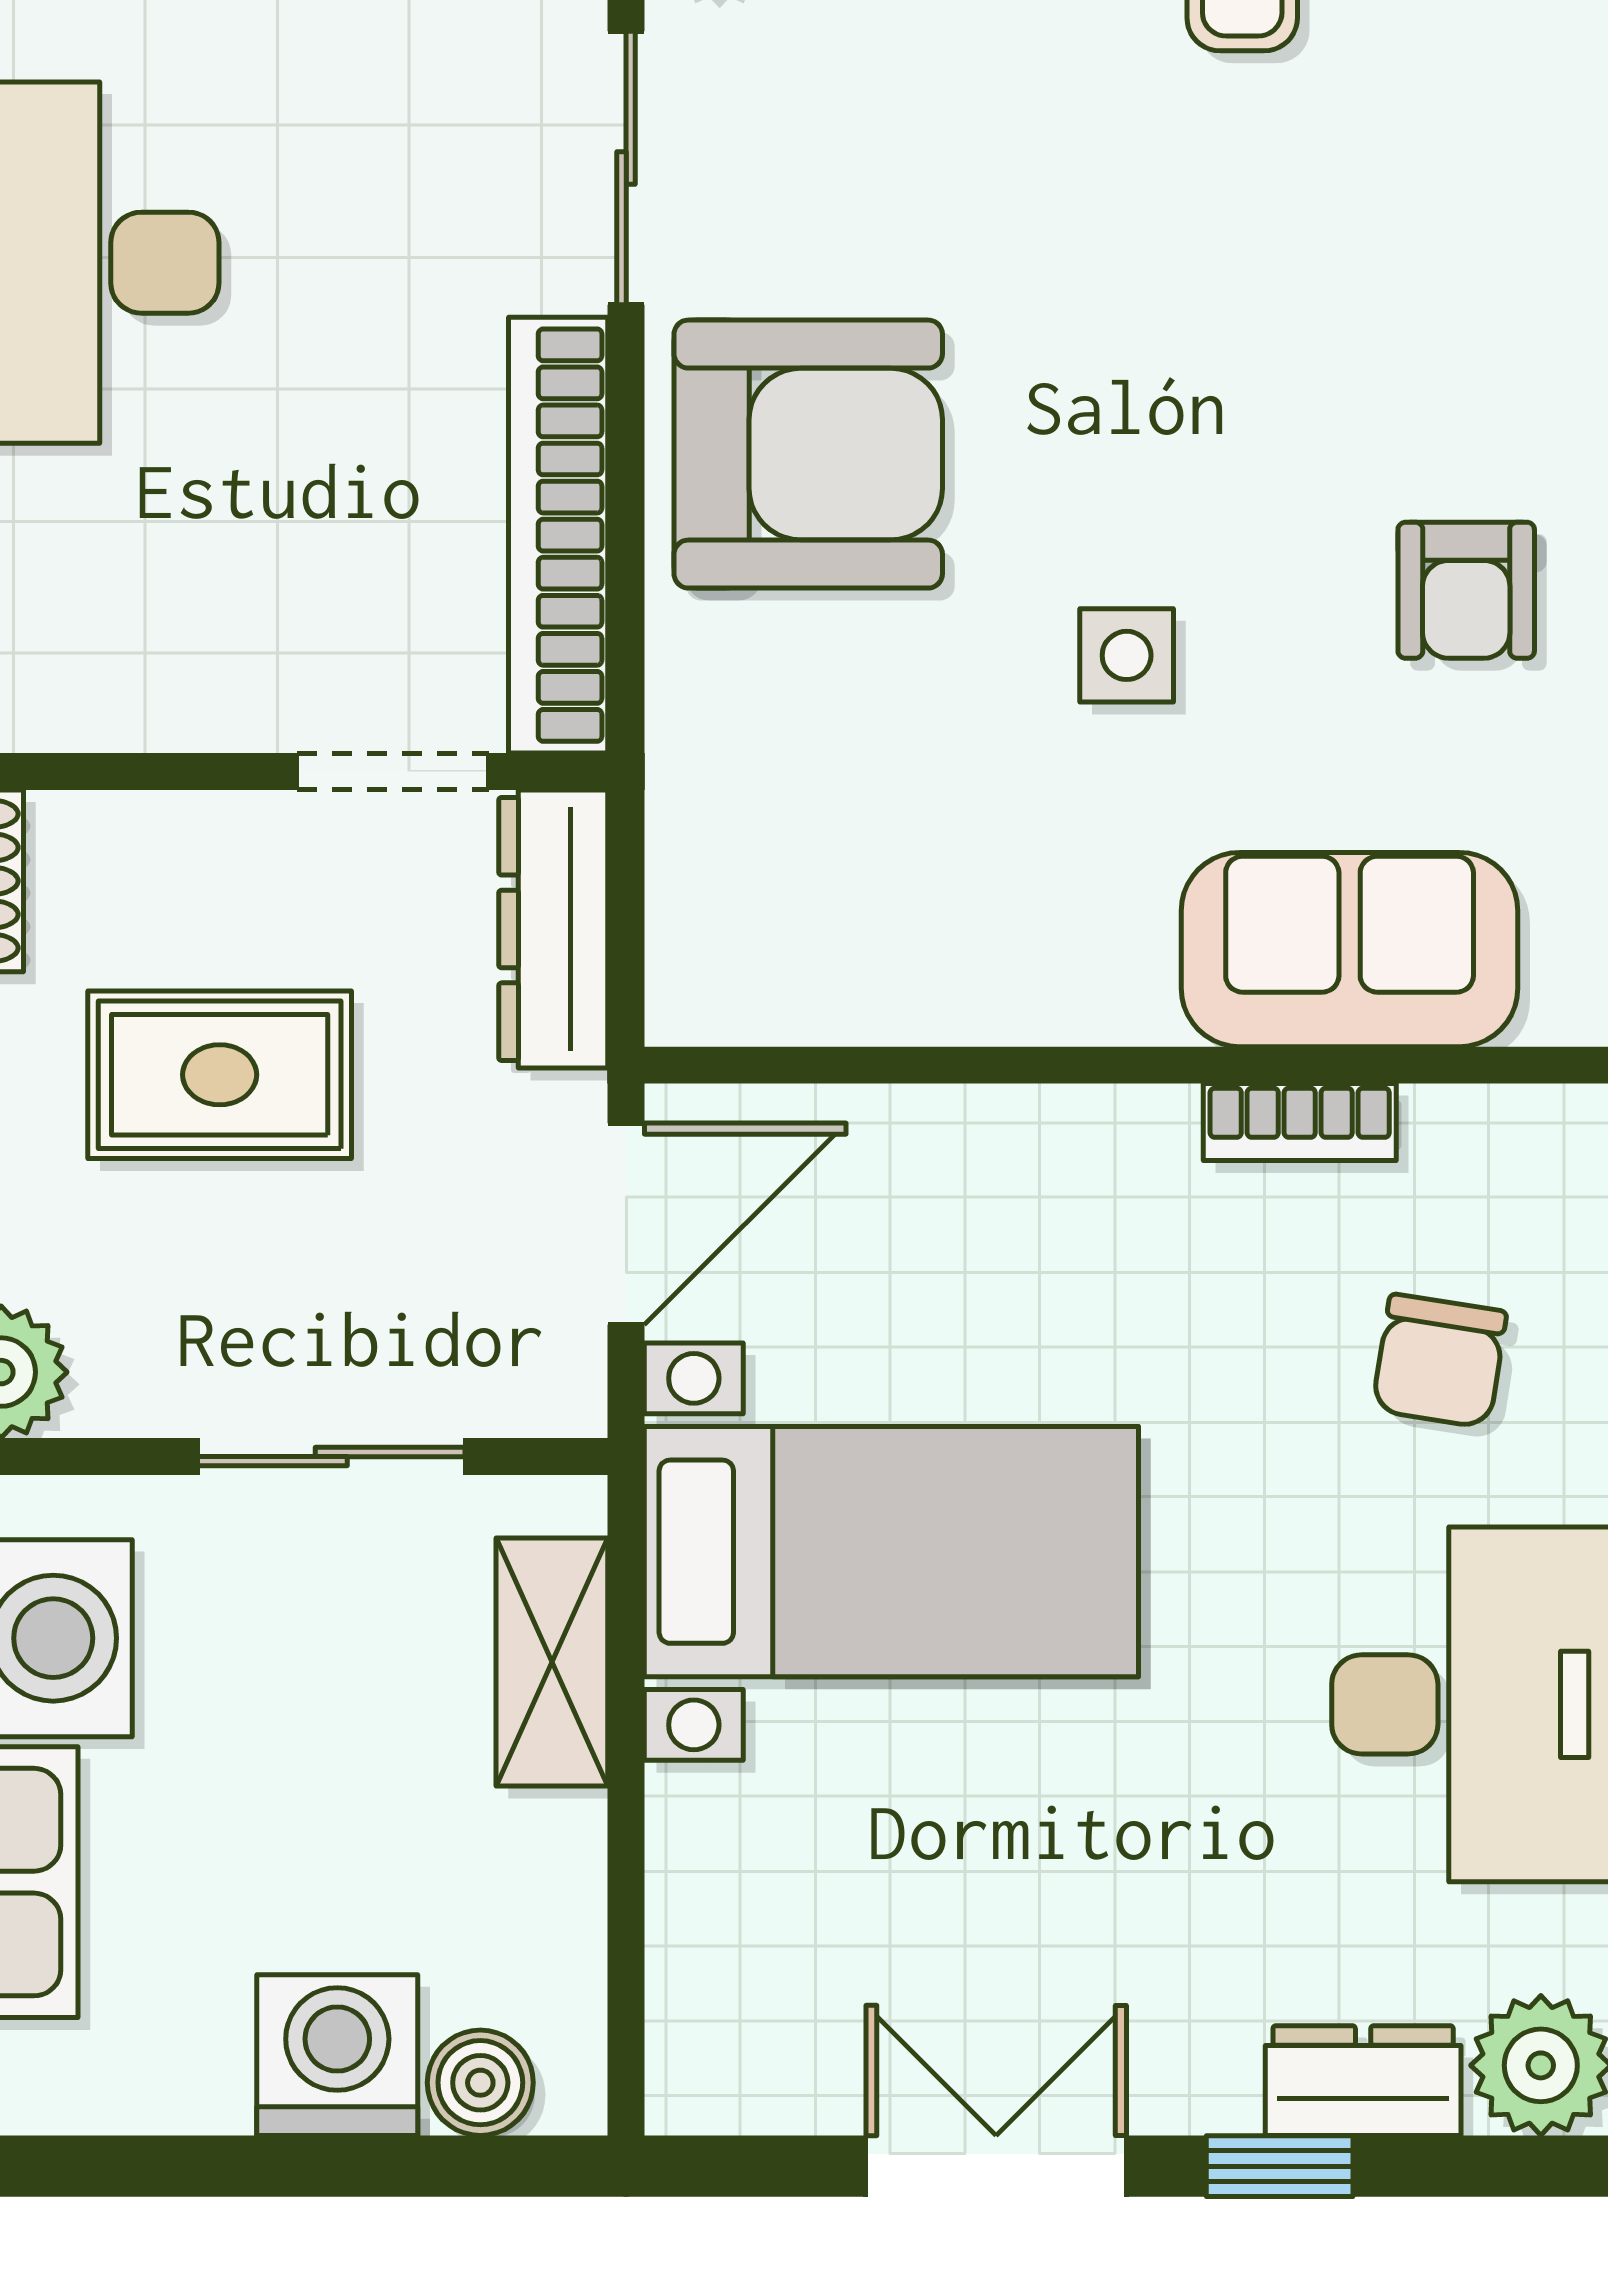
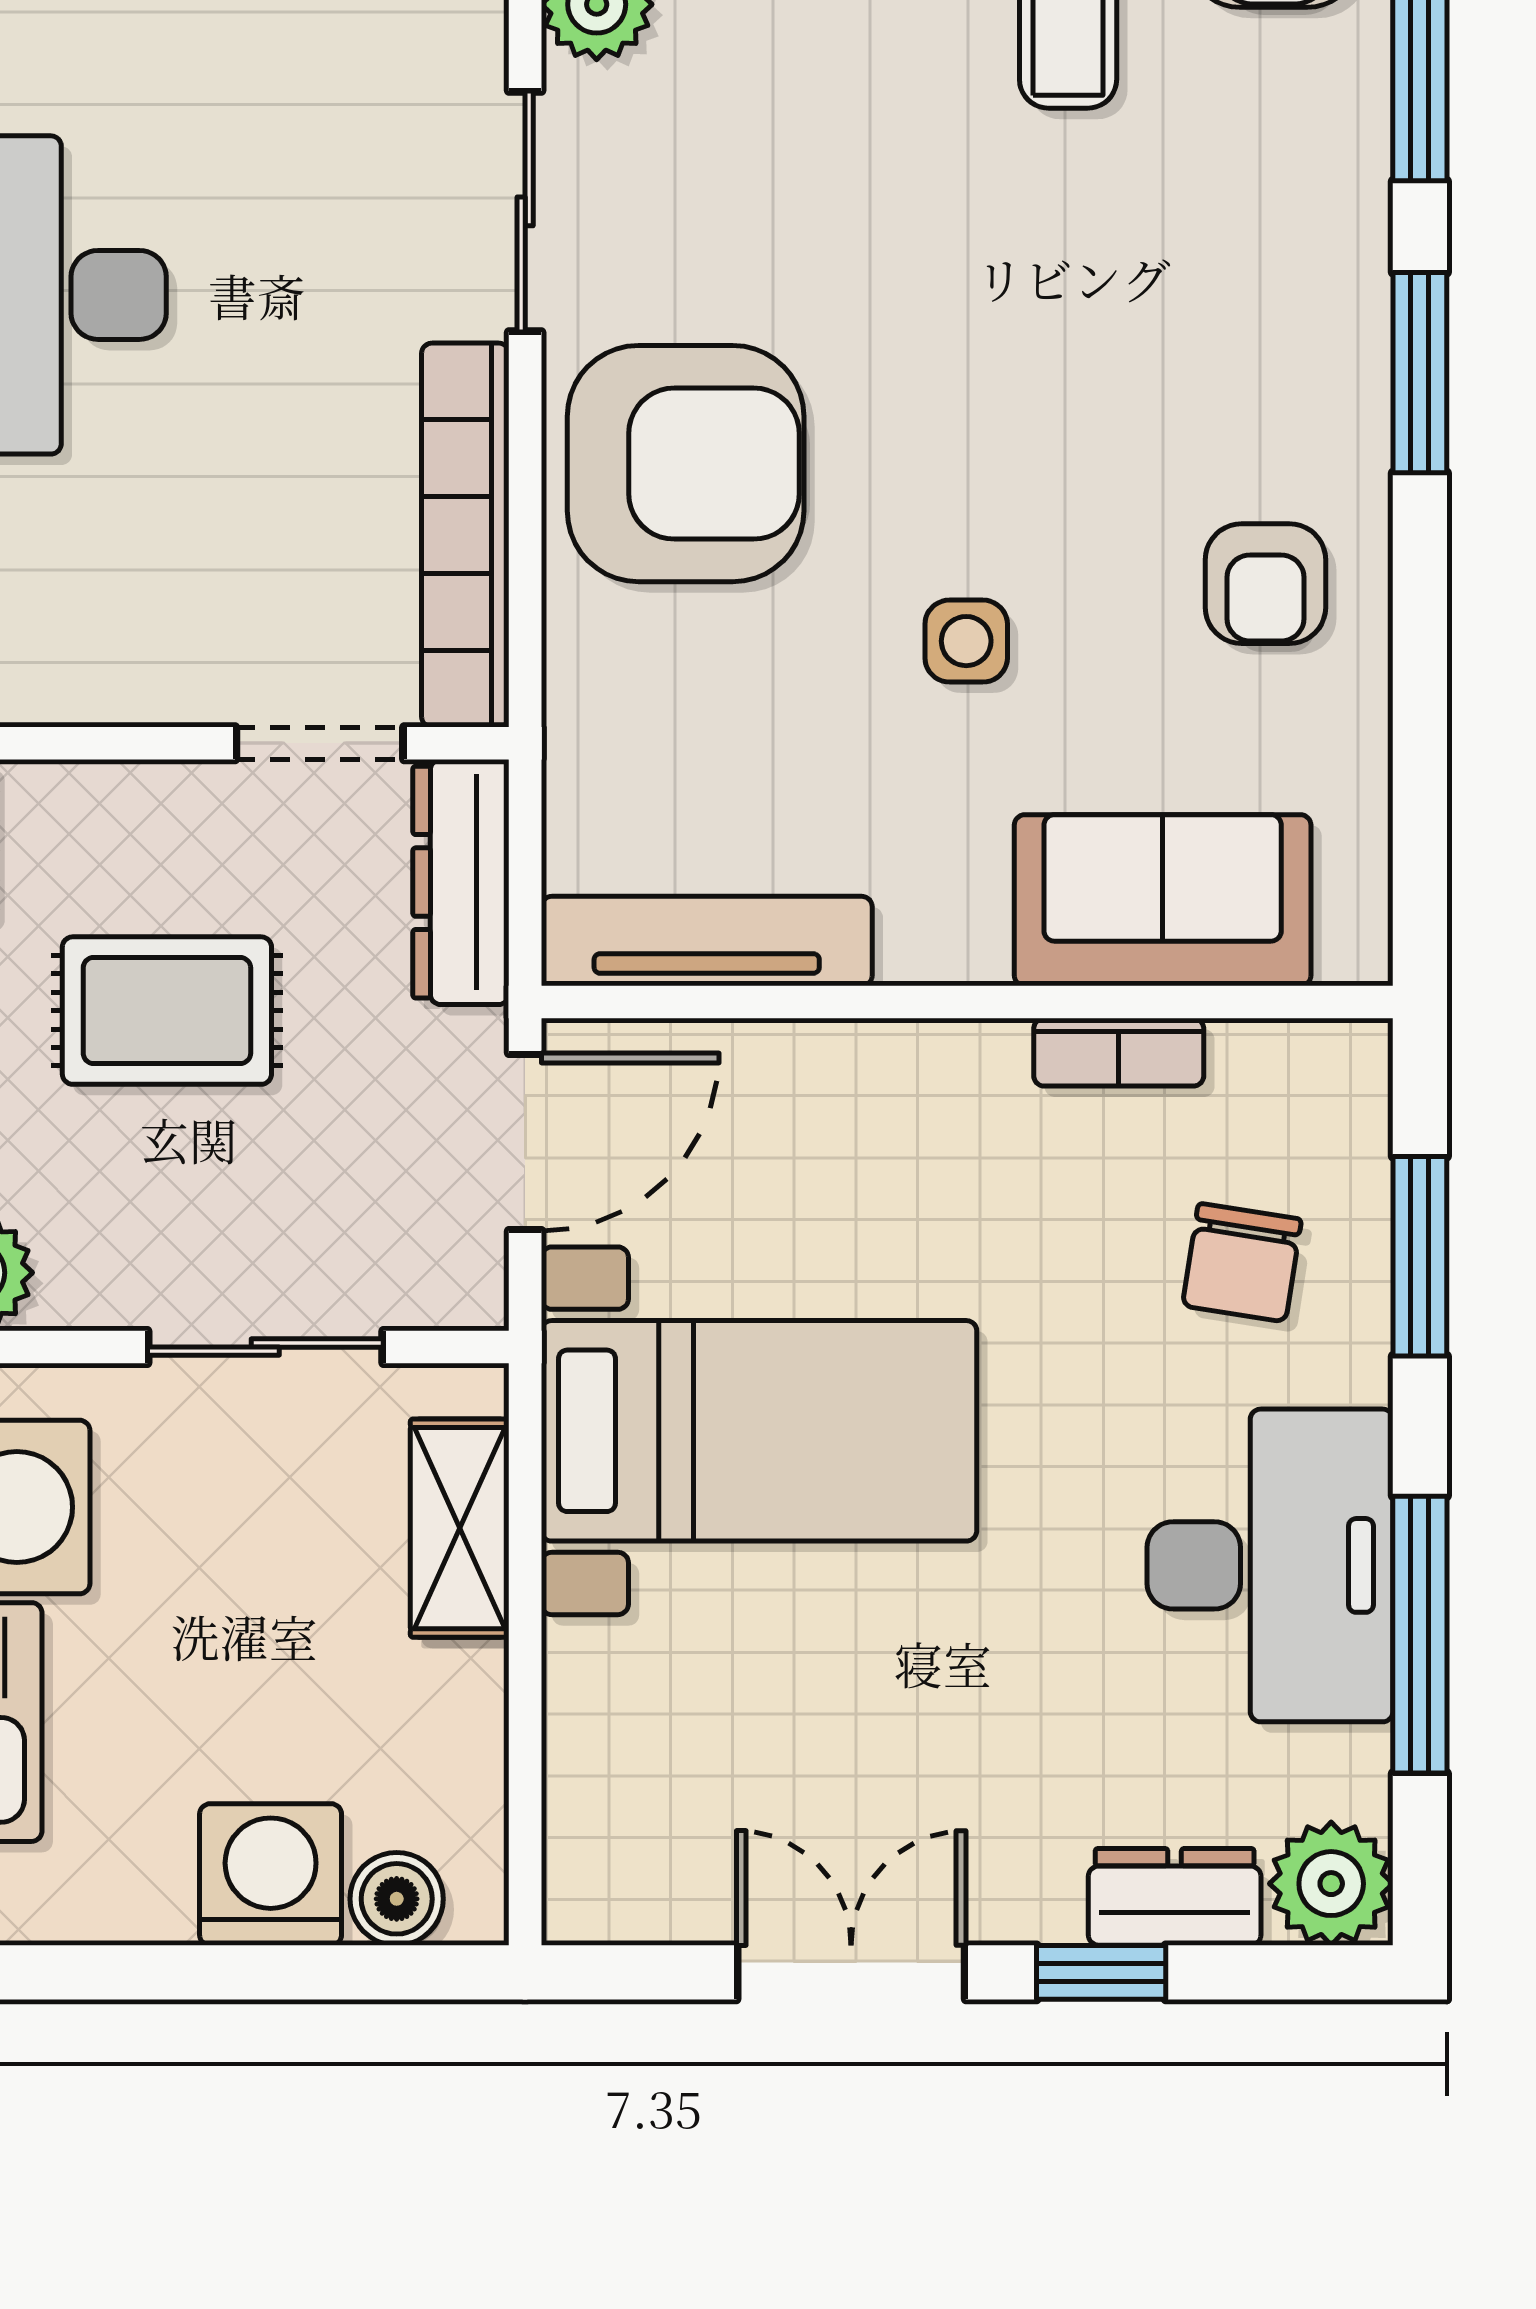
tv unit: (832, 996) -> (707, 941), added

